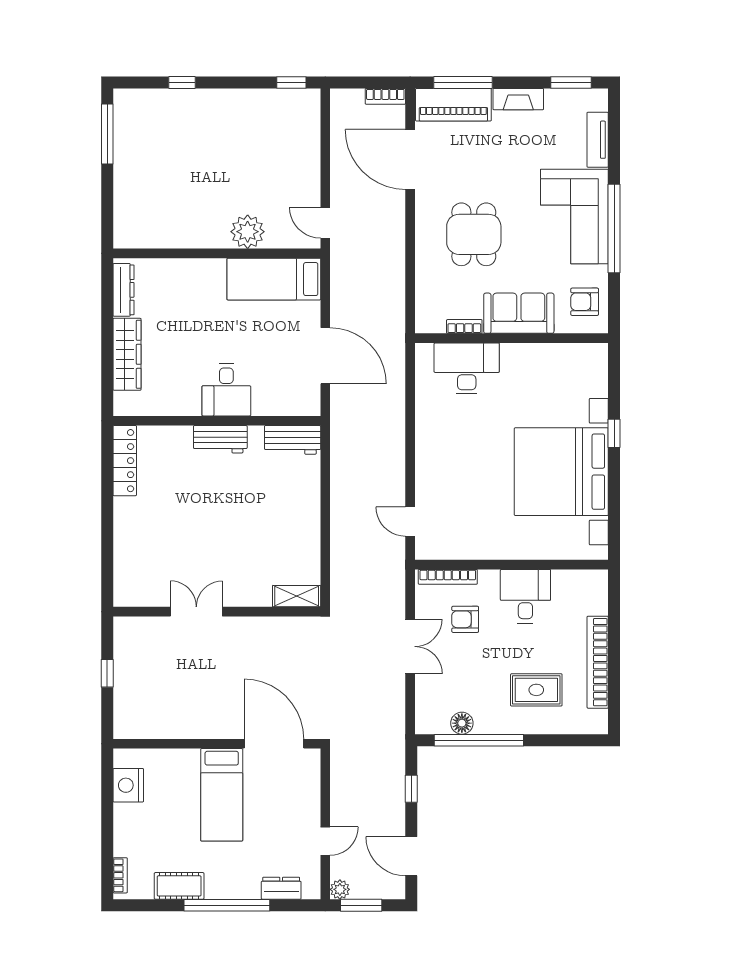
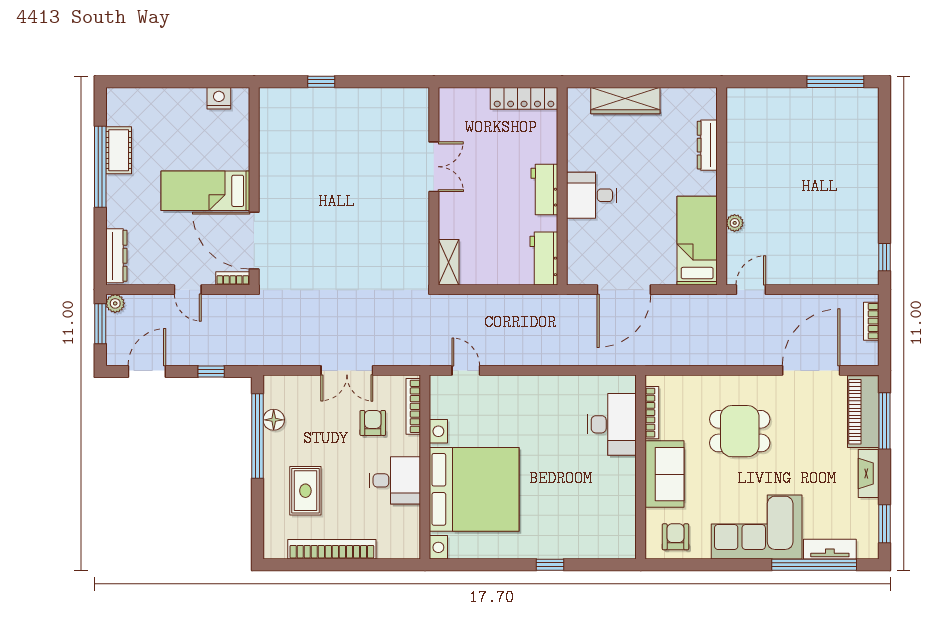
window: (182, 82) -> (885, 153), removed
bookcase: (385, 96) -> (871, 321), moved
window: (614, 229) -> (814, 565), moved
plant: (248, 232) -> (735, 223), width x0.53, depth x0.53
dresser: (123, 290) -> (707, 145), moved, turned 90
bookcase: (464, 326) -> (652, 413), width x1.56
bed with nightstands: (561, 472) -> (474, 489), moved, turned 90
door: (410, 522) -> (466, 370), hinge flipped
shelving: (297, 596) -> (449, 262), moved
double door: (196, 612) -> (434, 167), moved
wall: (217, 612) -> (434, 186), moved
door: (274, 744) -> (254, 241), swing flipped
nightstand: (128, 785) -> (219, 98), width x0.74, depth x0.75
door: (325, 841) -> (188, 290), moved
bookcase: (120, 875) -> (233, 278), moved, turned 180
dresser: (281, 888) -> (116, 256), width x1.44
window: (227, 905) -> (100, 167), moved

